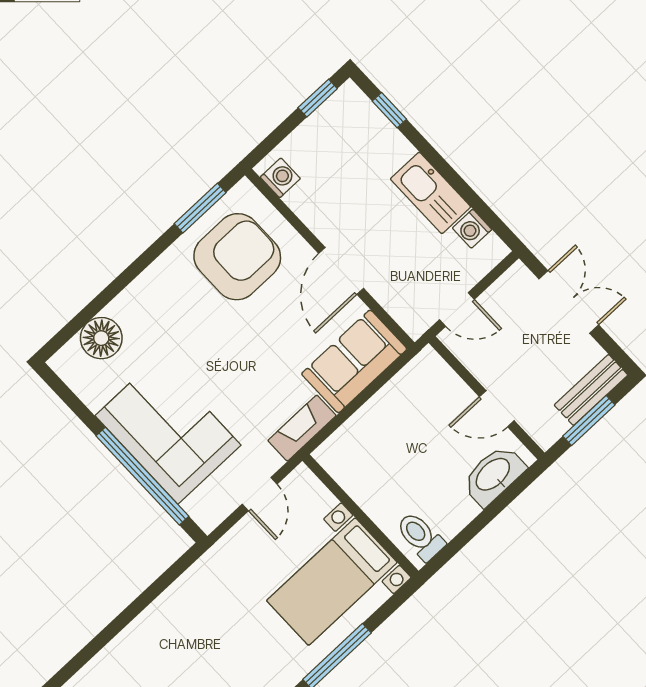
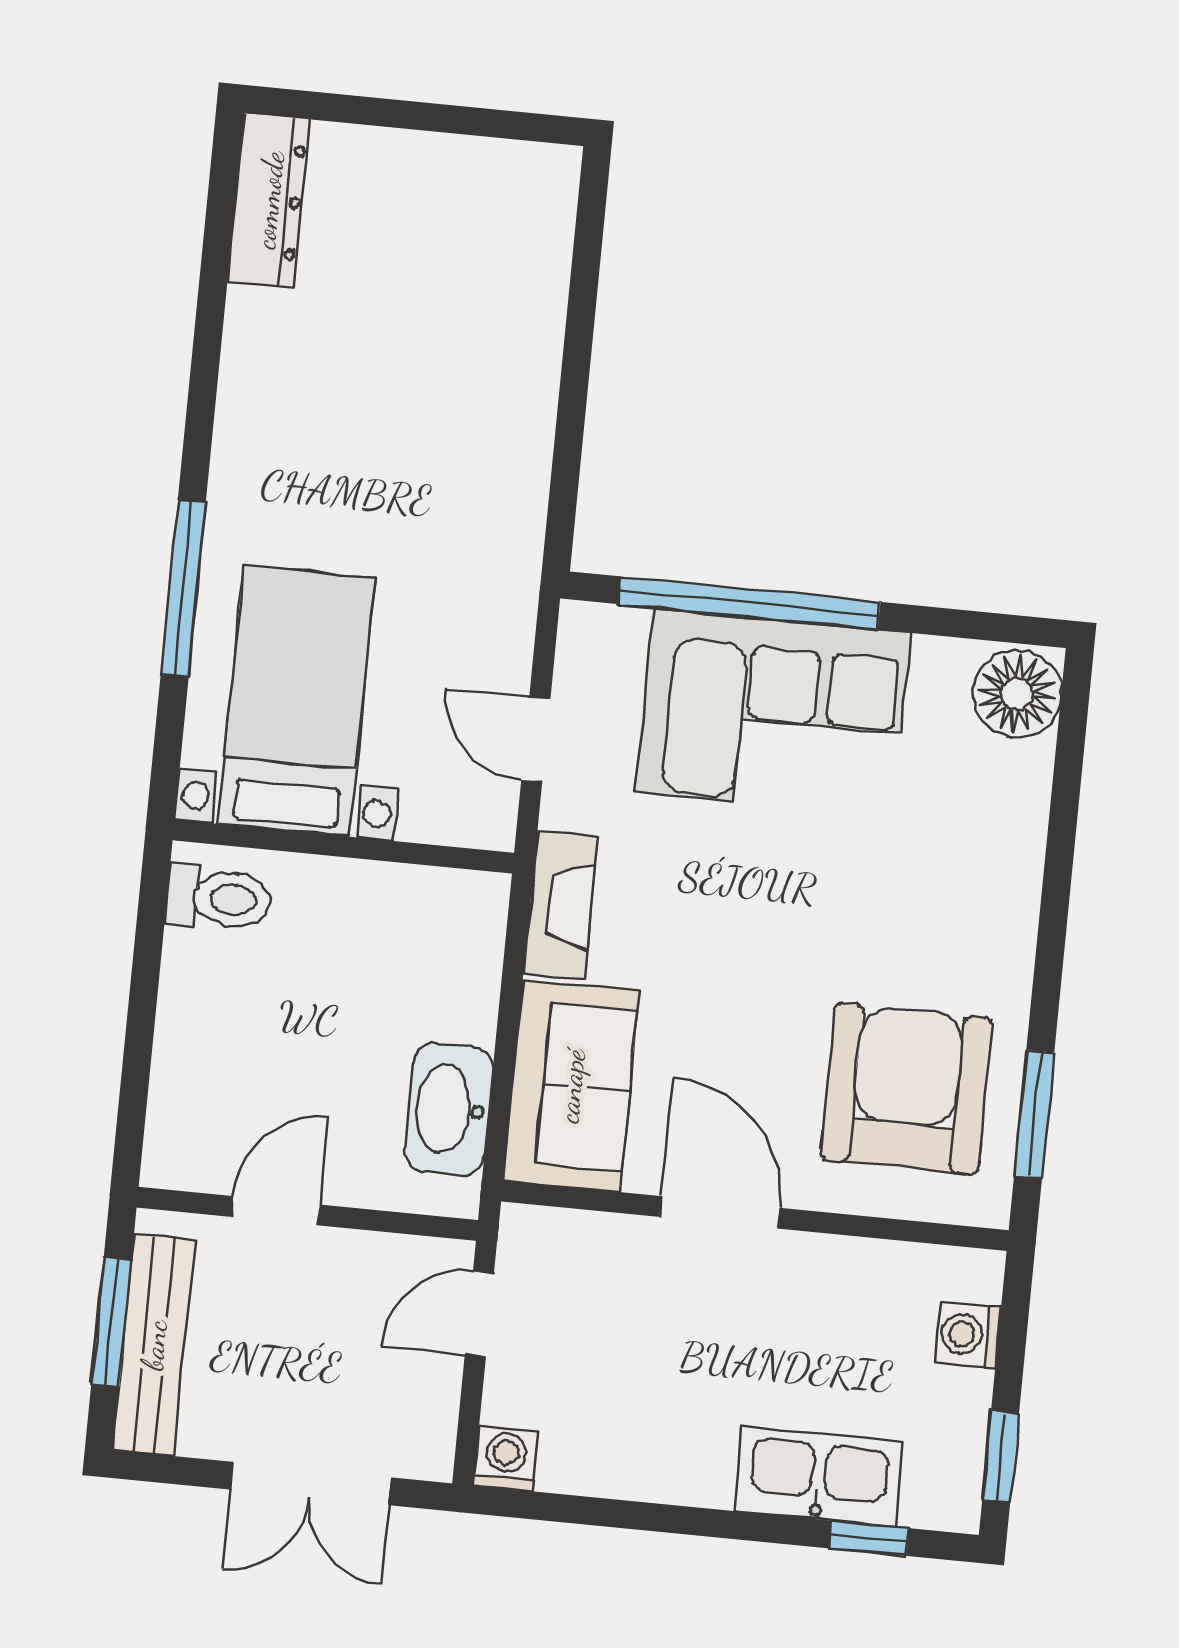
washing machine: (280, 178) -> (968, 1335), moved, turned 90
kitchen sink: (431, 193) -> (819, 1477), moved
washing machine: (472, 229) -> (506, 1458), moved
armchair: (237, 257) -> (906, 1089), turned 180
floor lamp: (101, 338) -> (1017, 694), moved
bench: (591, 390) -> (154, 1345), width x1.36
washbasin: (494, 475) -> (449, 1109), moved, turned 180

